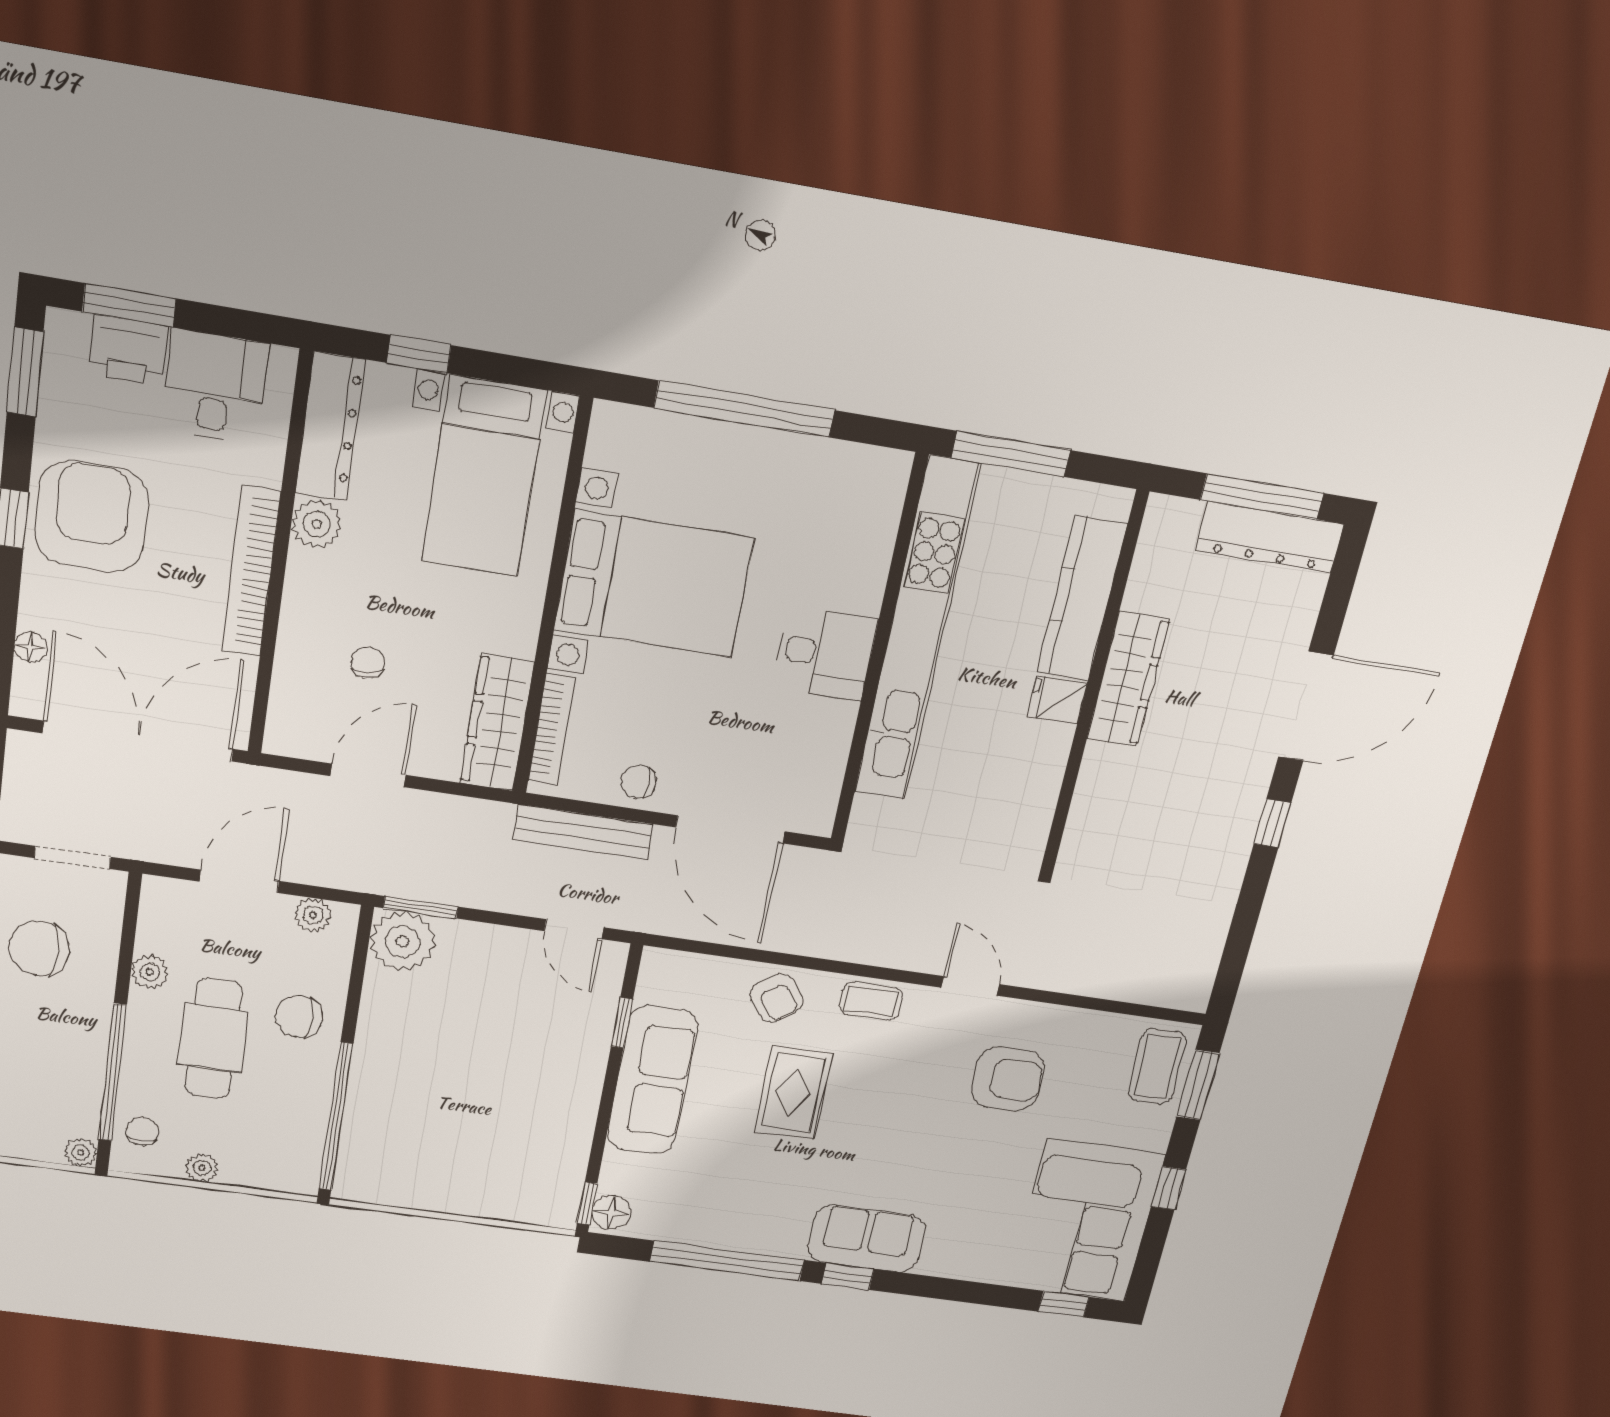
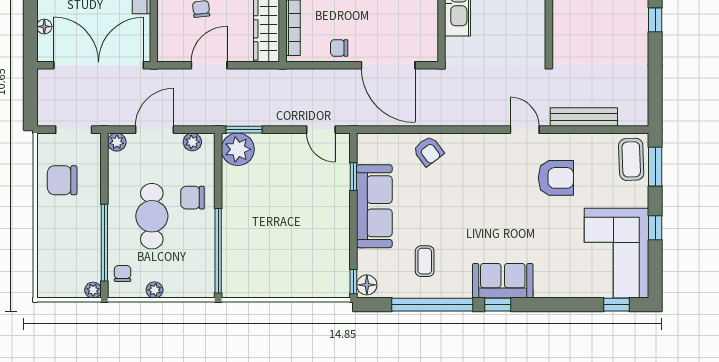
bench: (583, 832) -> (584, 117), moved
plant: (150, 972) -> (117, 142), moved
coffee table: (871, 1001) -> (425, 261), moved, turned 90
rug: (794, 1093) -> (448, 202), removed

